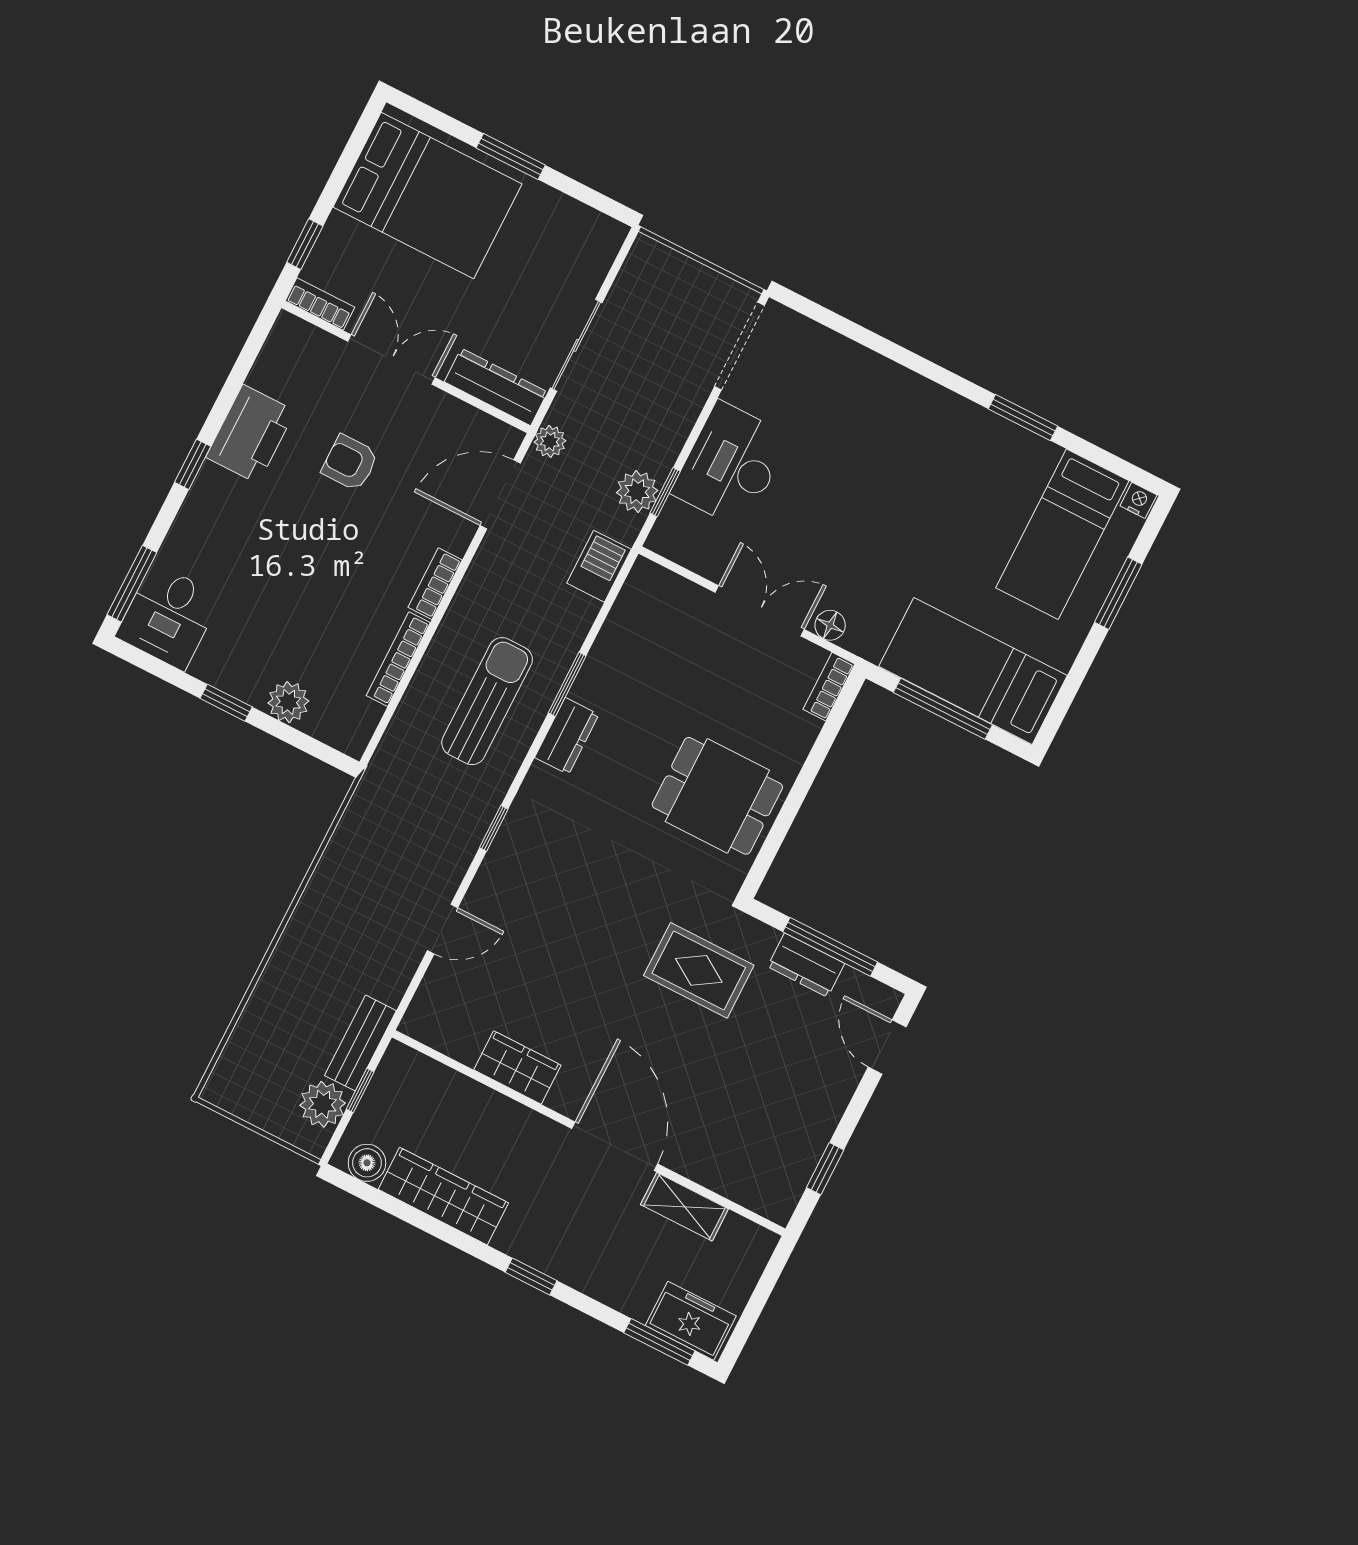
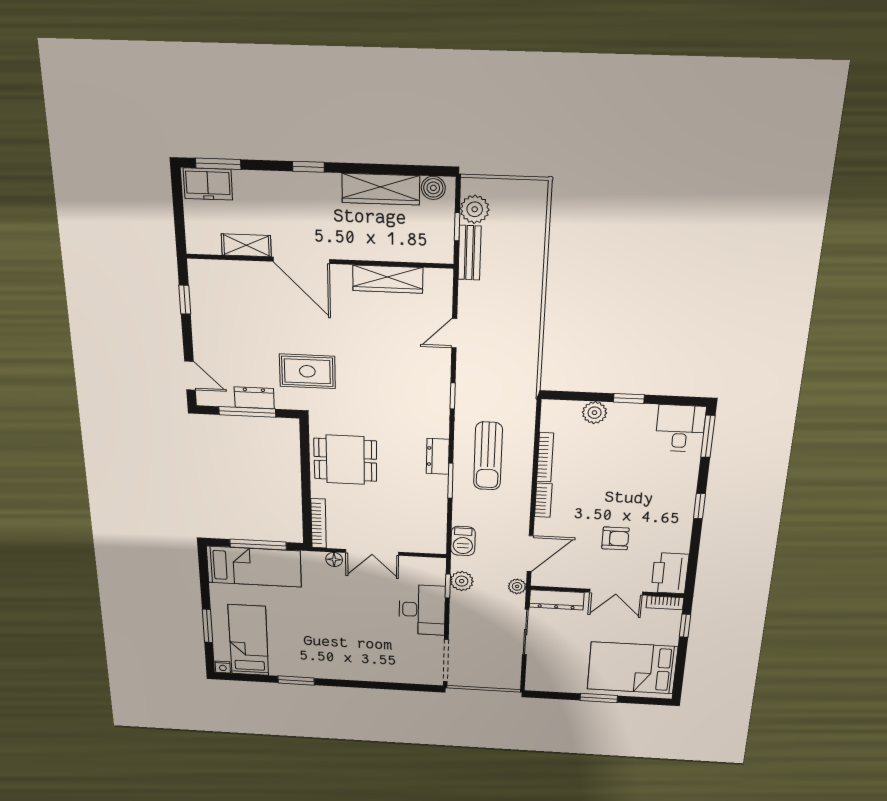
printer: (250, 434) -> (670, 573), moved
bookcase: (829, 687) -> (319, 523), width x1.56
wardrobe: (517, 1067) -> (388, 279), width x1.50

